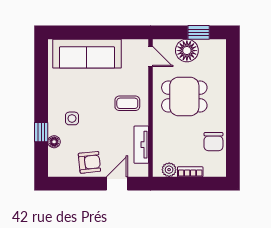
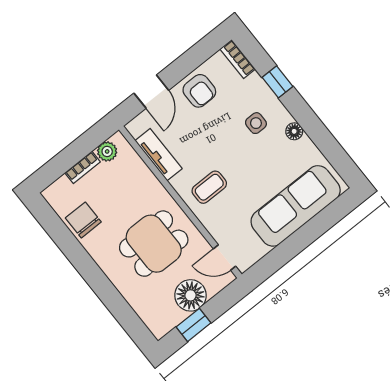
floor lamp: (54, 142) -> (294, 131), moved
armchair: (89, 162) -> (199, 91), turned -84
bookcase: (53, 163) -> (238, 59), added

